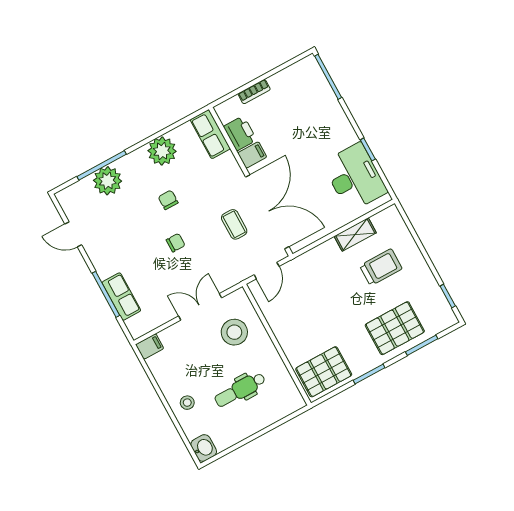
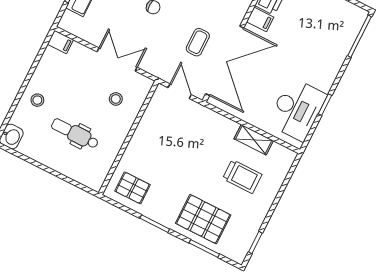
door: (267, 271) -> (180, 91), swing flipped
stool: (234, 332) -> (116, 99), width x0.53, depth x0.53
pallet: (324, 372) -> (133, 188), width x0.67, depth x0.71

